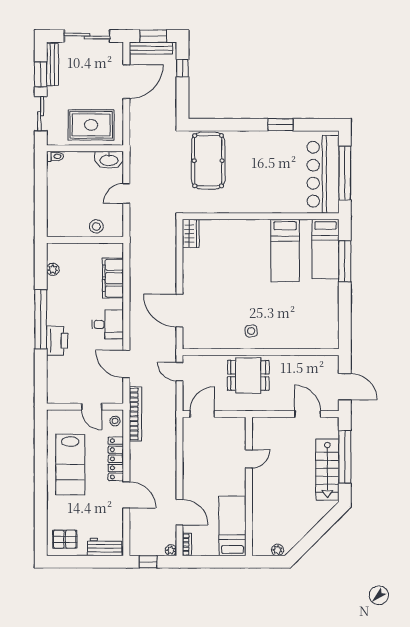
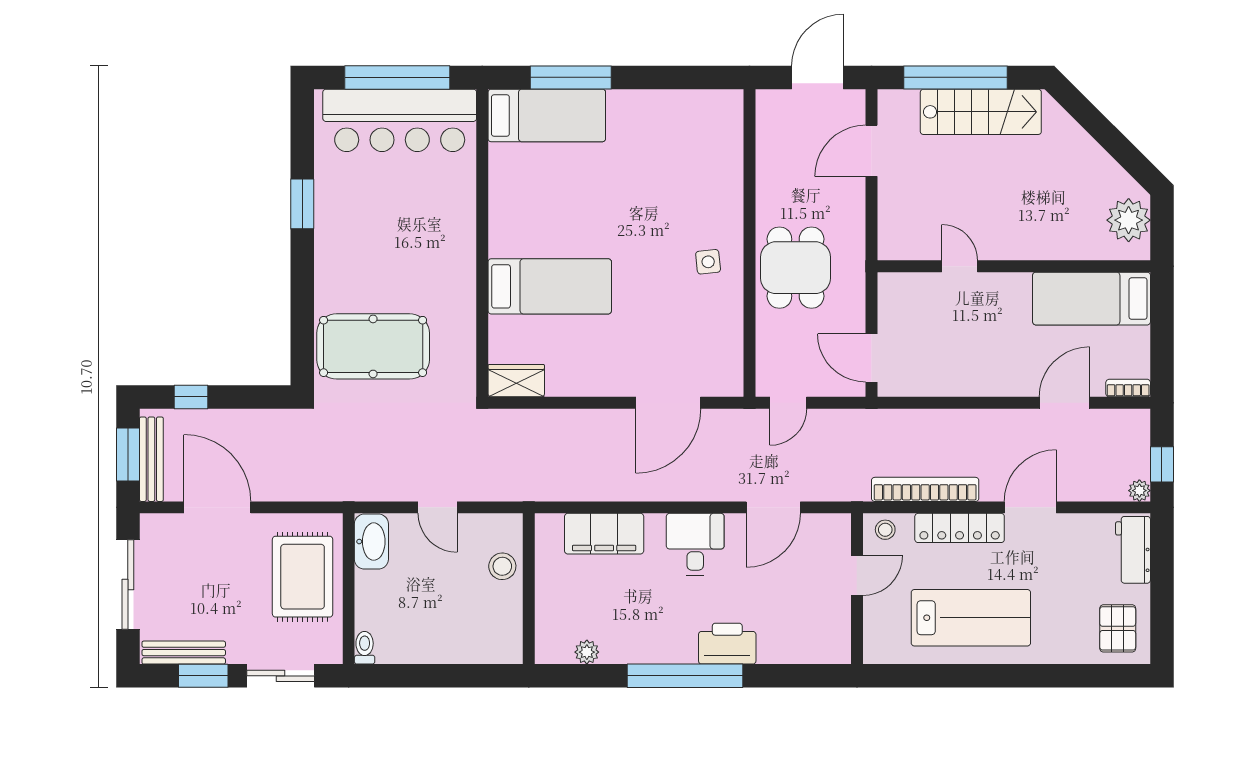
bed: (285, 251) -> (550, 286), moved
bookcase: (135, 414) -> (925, 489), moved
plant: (171, 550) -> (1139, 491), moved
plant: (277, 550) -> (1129, 220), width x1.88, depth x1.88

